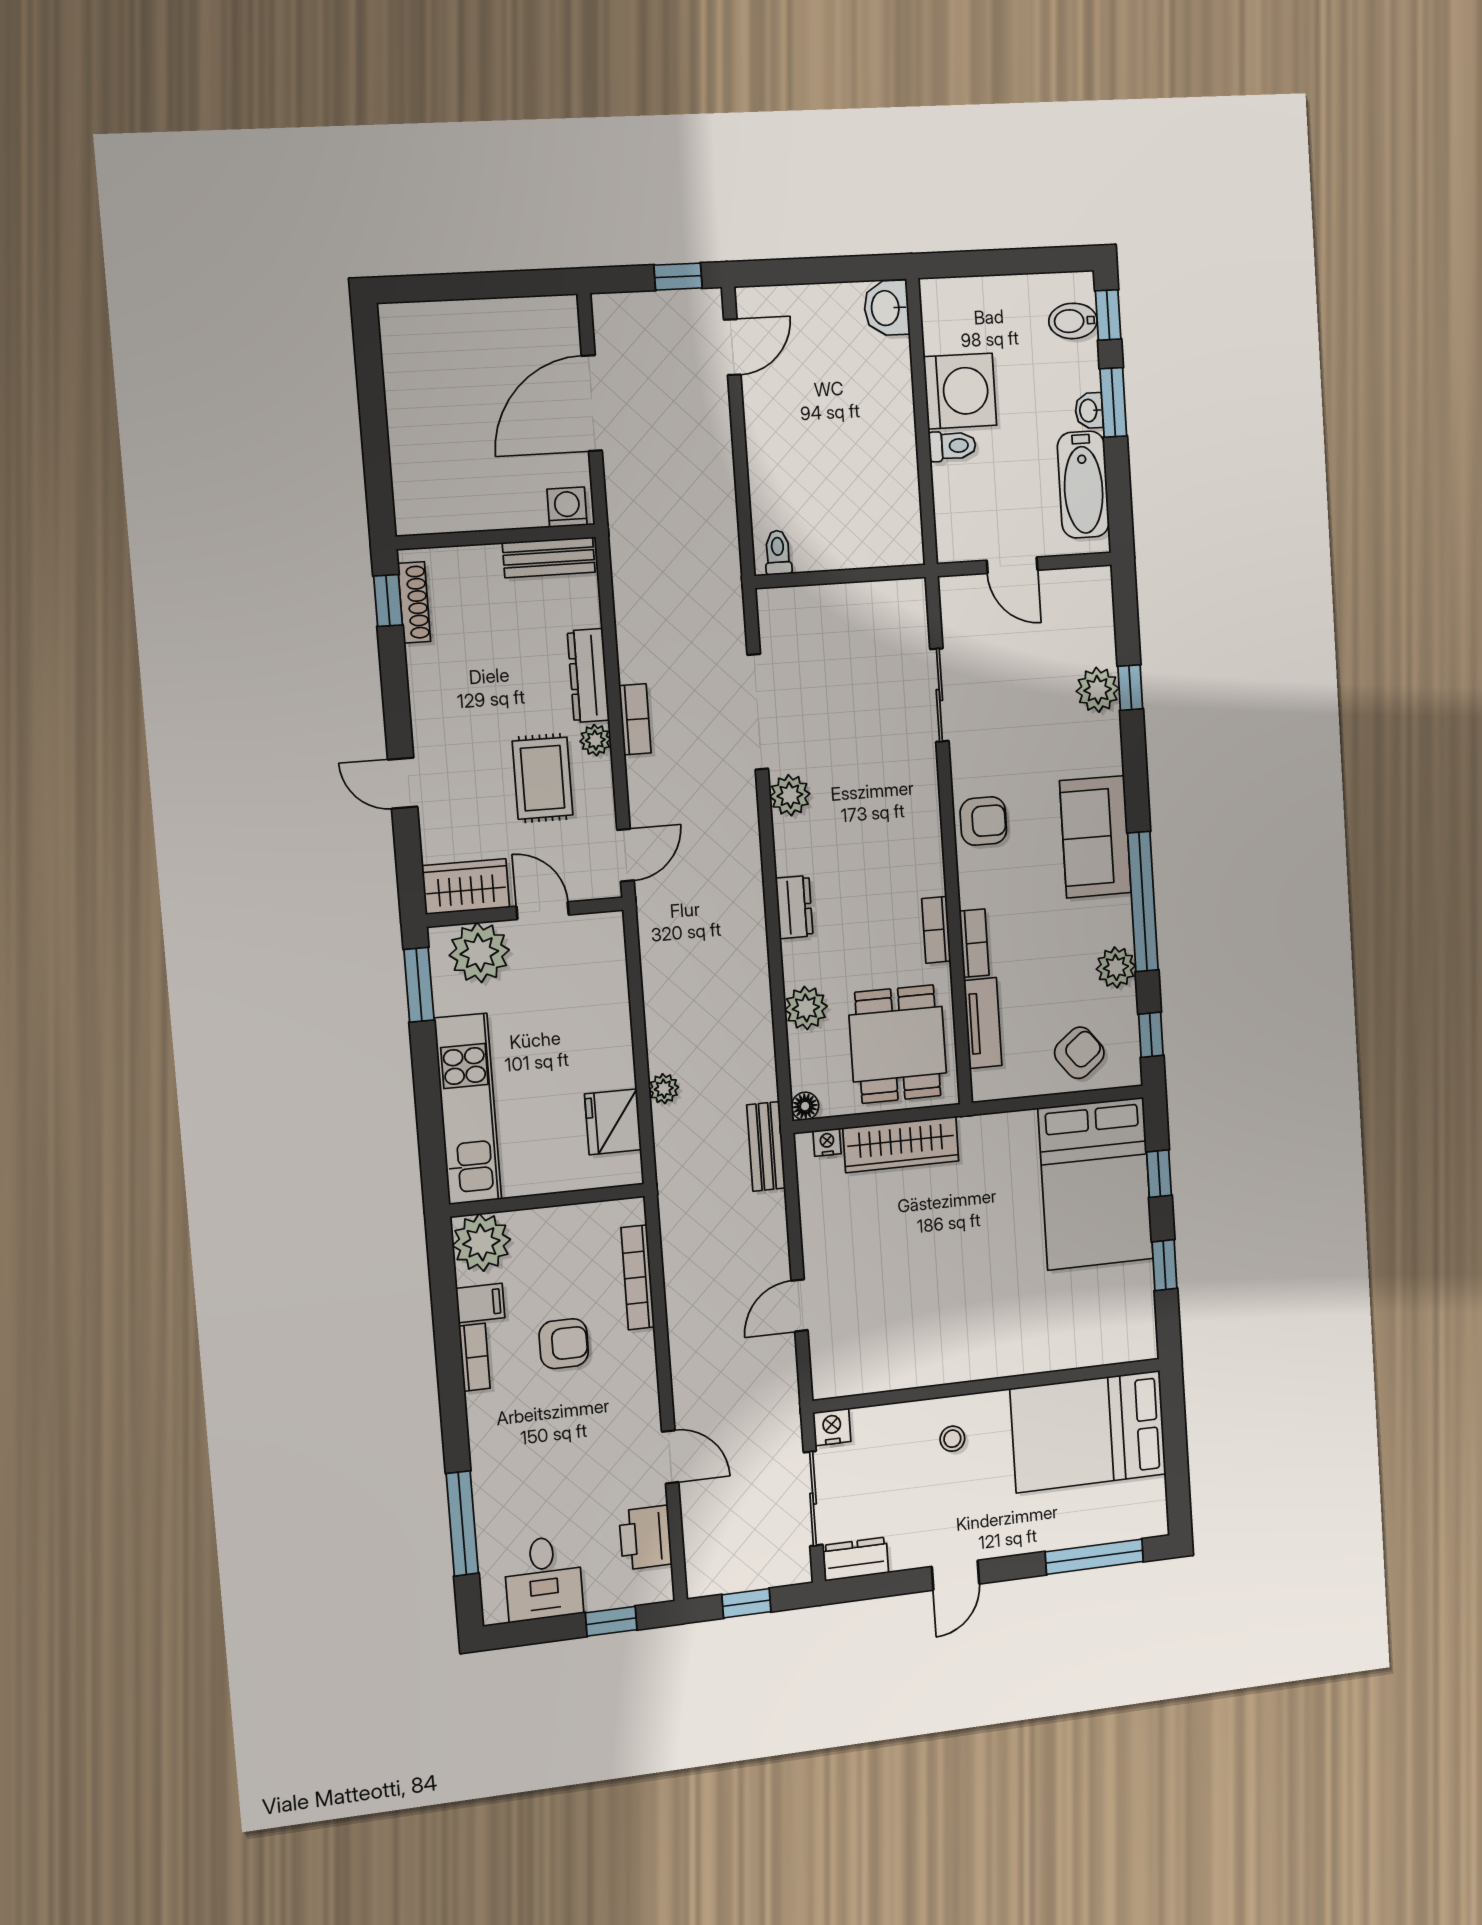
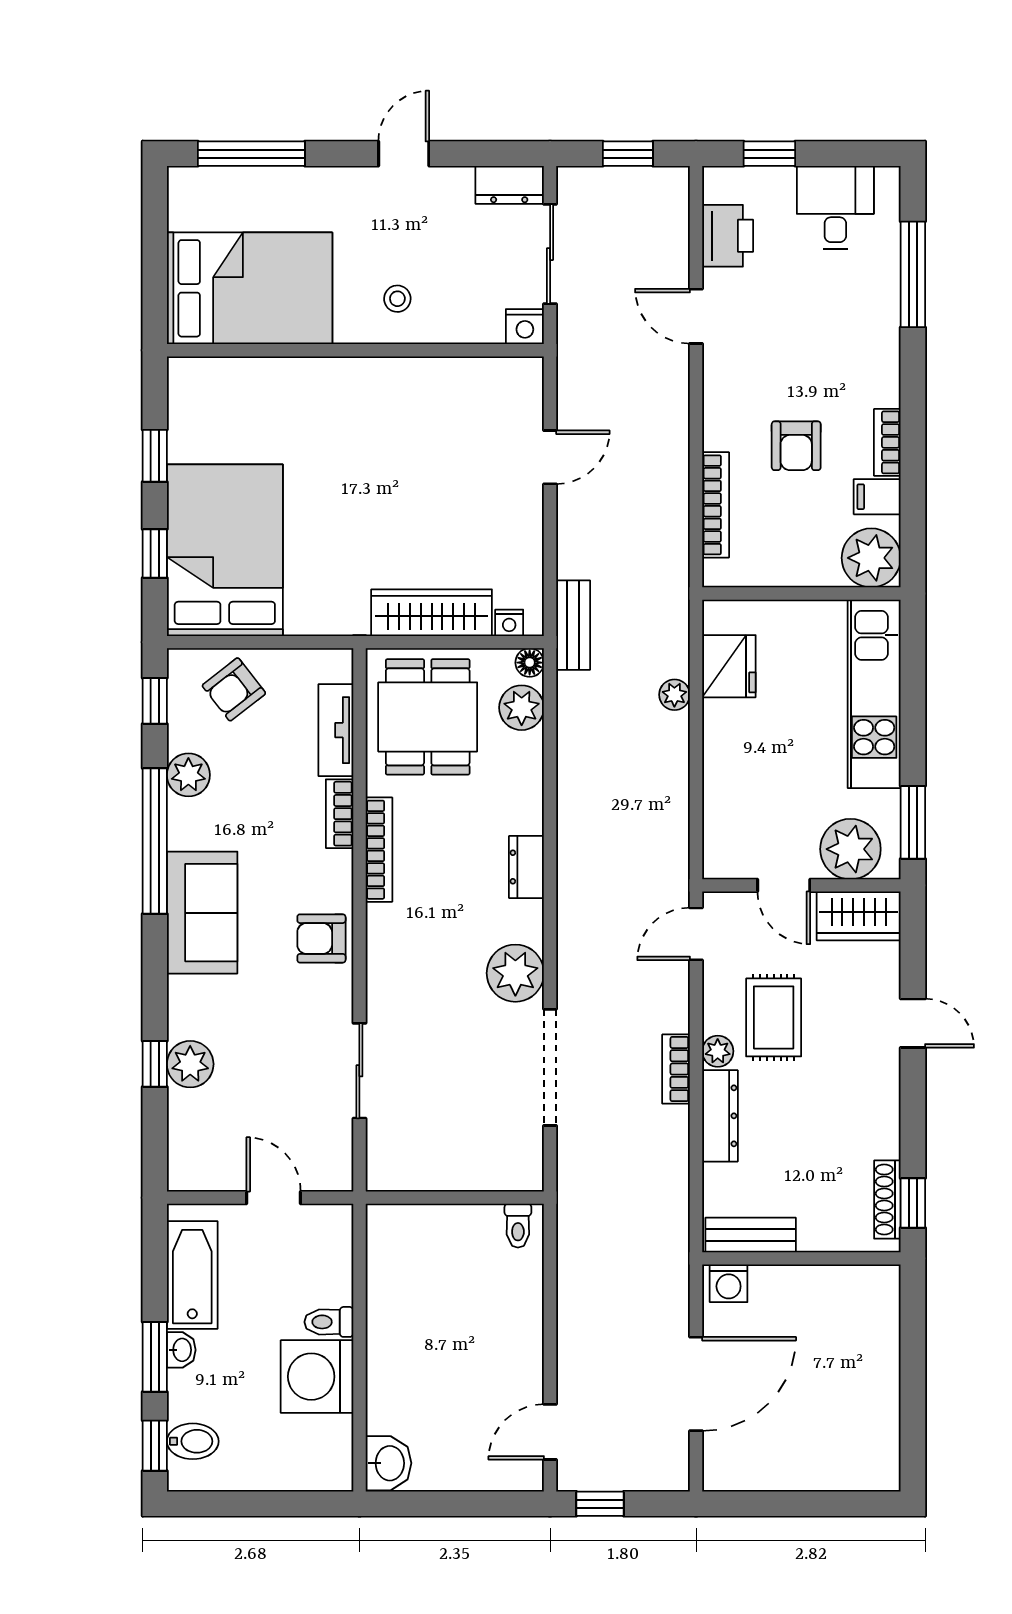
plant: (790, 795) -> (515, 973), width x1.36, depth x1.36
bookcase: (936, 930) -> (379, 850), width x1.56
plant: (806, 1008) -> (522, 708), moved
armchair: (564, 1344) -> (796, 446), turned -90

